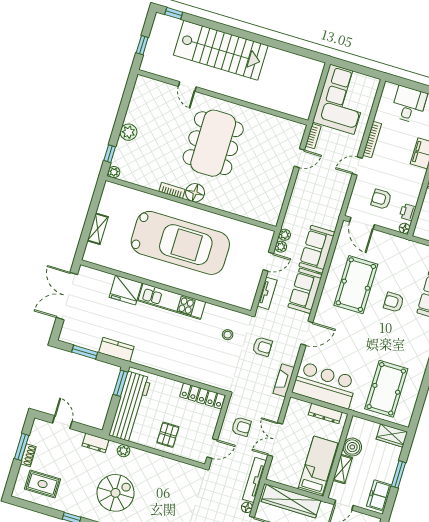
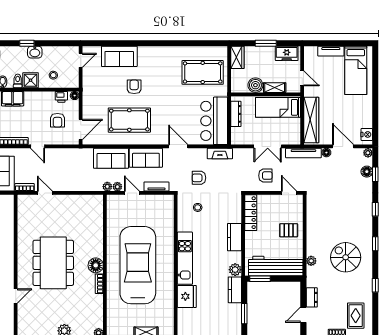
dining table: (213, 143) -> (53, 263), turned 90
armchair: (394, 302) -> (134, 87), turned 180
armchair: (262, 347) -> (199, 178), turned -90
plant: (140, 357) -> (235, 270), added
kitchen counter: (179, 368) -> (234, 237), added
armchair: (241, 427) -> (265, 176), turned 90
dresser: (95, 443) -> (312, 297), moved

